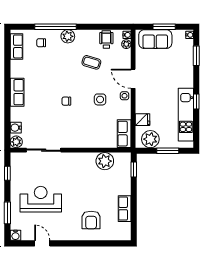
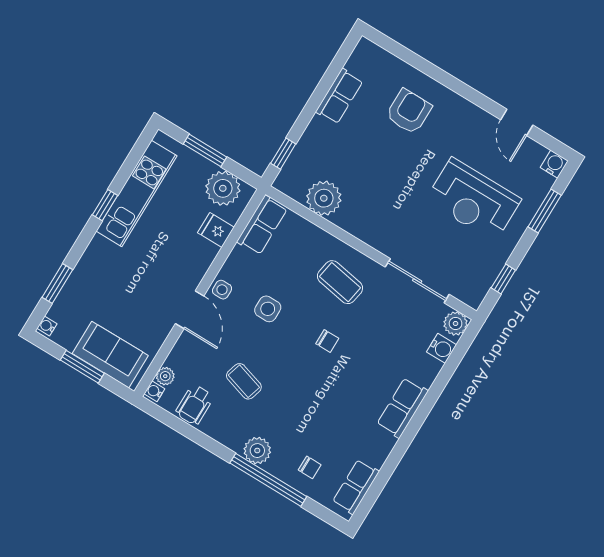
coffee table: (76, 130) -> (340, 282), added

